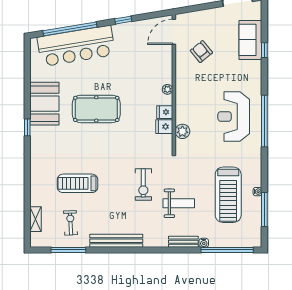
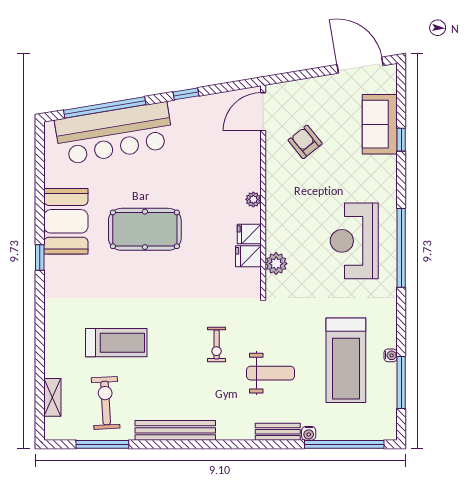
treadmill: (77, 183) -> (116, 343), turned 180
exercise bike: (143, 184) -> (217, 344), width x0.73, depth x0.72
exercise bike: (71, 223) -> (106, 403), width x1.38, depth x1.39

